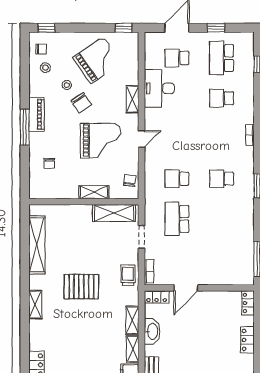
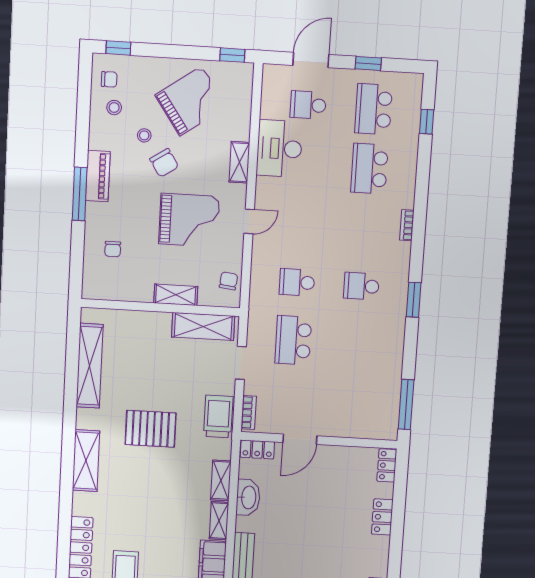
school desk: (222, 98) -> (369, 169), width x1.85
trolley: (128, 275) -> (218, 416), width x1.36, depth x1.39
shelving: (35, 304) -> (86, 461), width x1.50, depth x1.33

